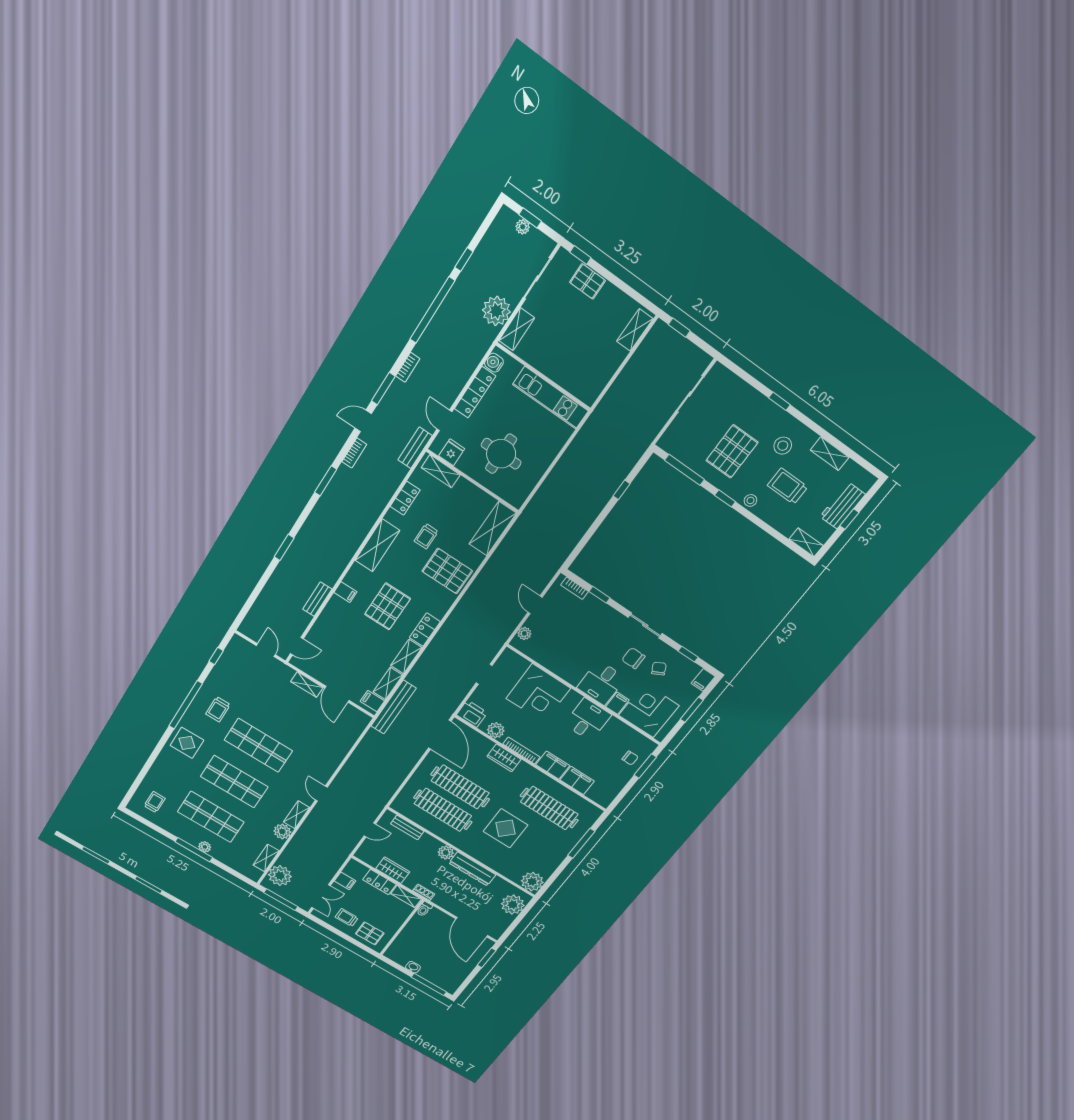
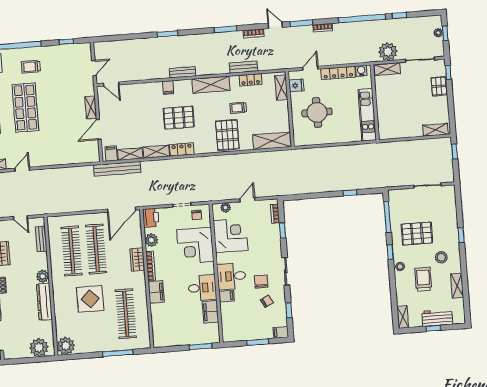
bench: (415, 448) -> (243, 67), moved
bench: (317, 599) -> (183, 72), moved
corner desk: (649, 710) -> (230, 235), moved
chair: (630, 758) -> (197, 215), moved
filing cabinet: (577, 780) -> (210, 312), moved, turned 180

